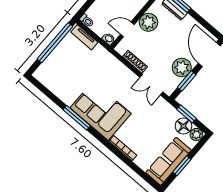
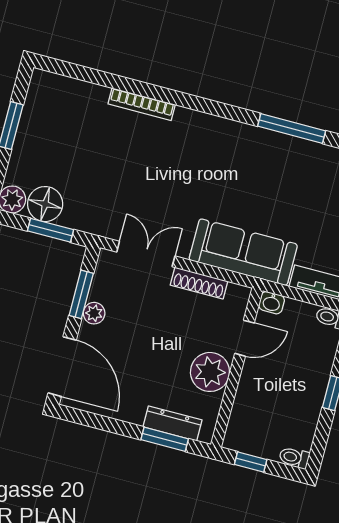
plant: (182, 68) -> (94, 313), width x0.53, depth x0.53
corner sofa: (101, 111) -> (220, 156), removed
window: (77, 118) -> (292, 128), moved
sofa: (168, 161) -> (243, 252), moved, turned -90

